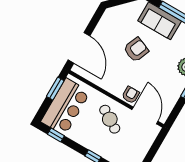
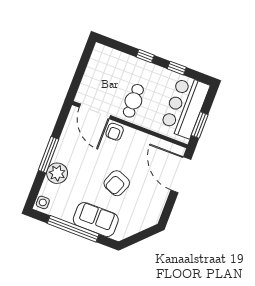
cafe table: (110, 119) -> (133, 101), turned 58
window: (56, 135) -> (177, 68), moved

